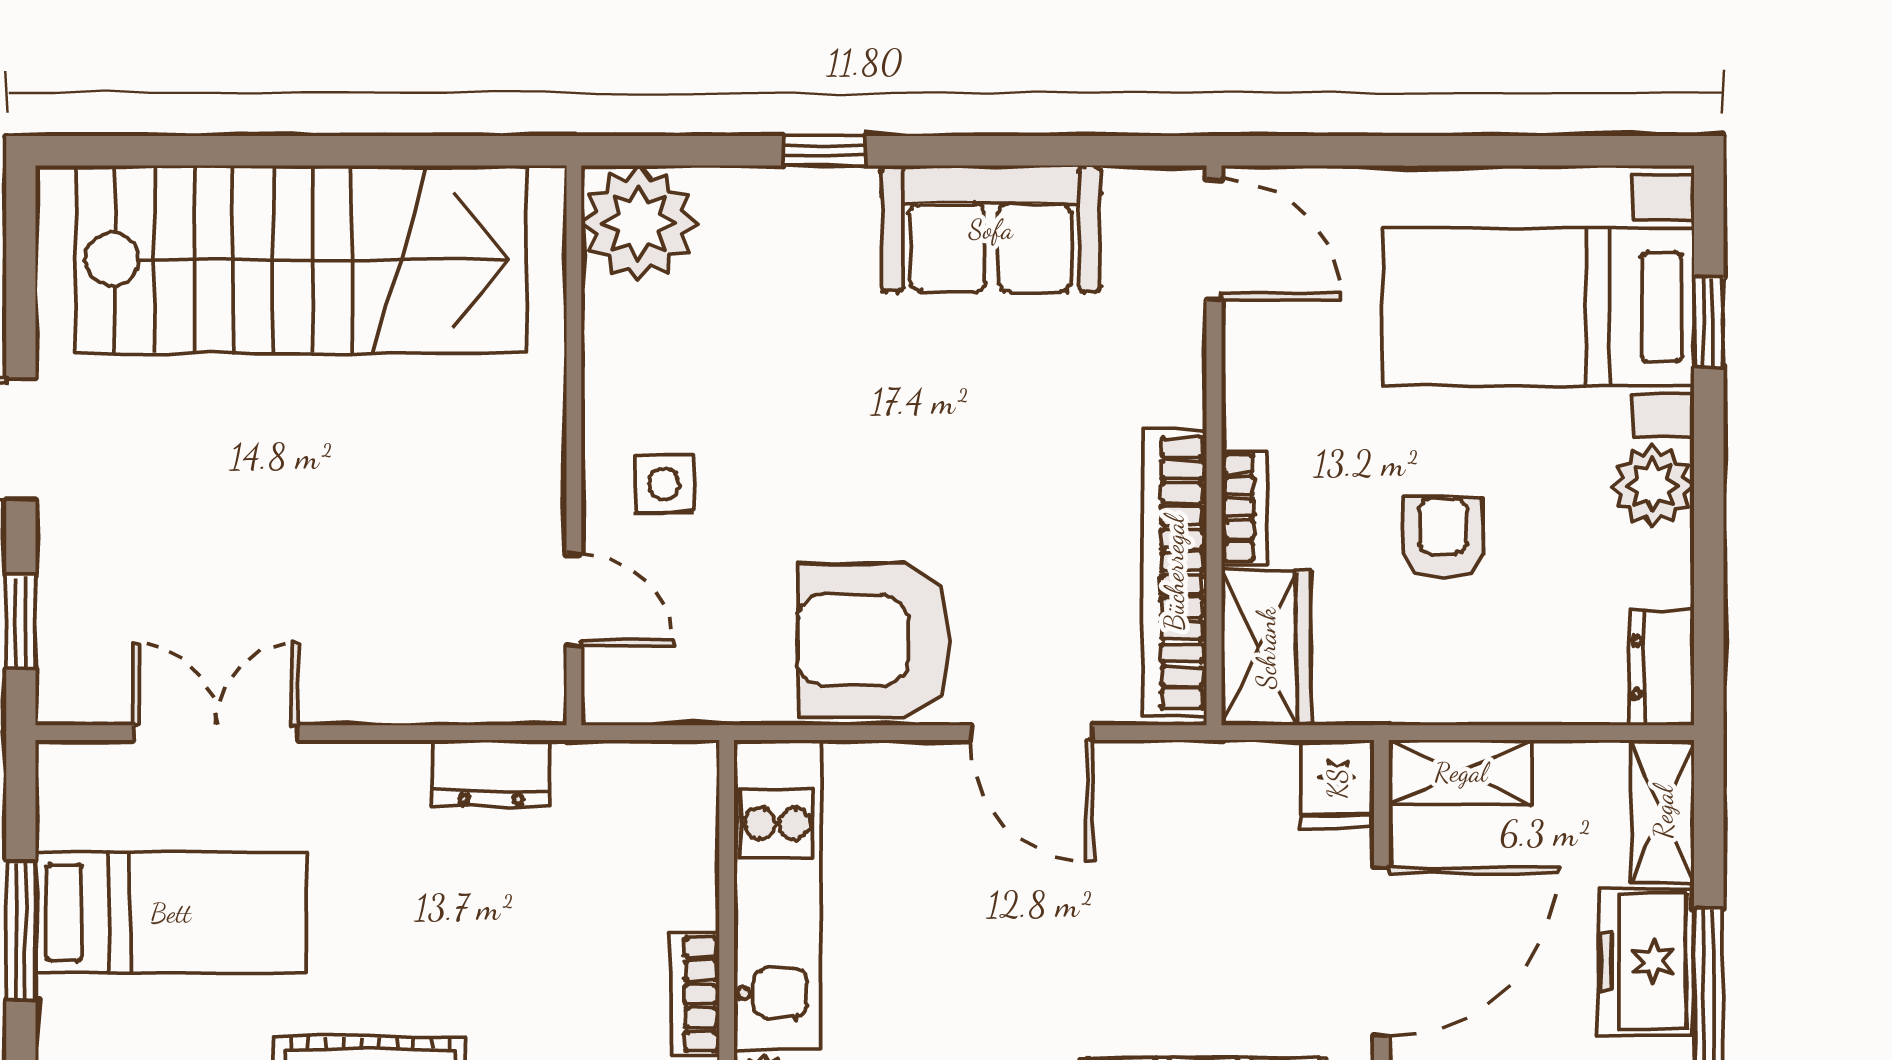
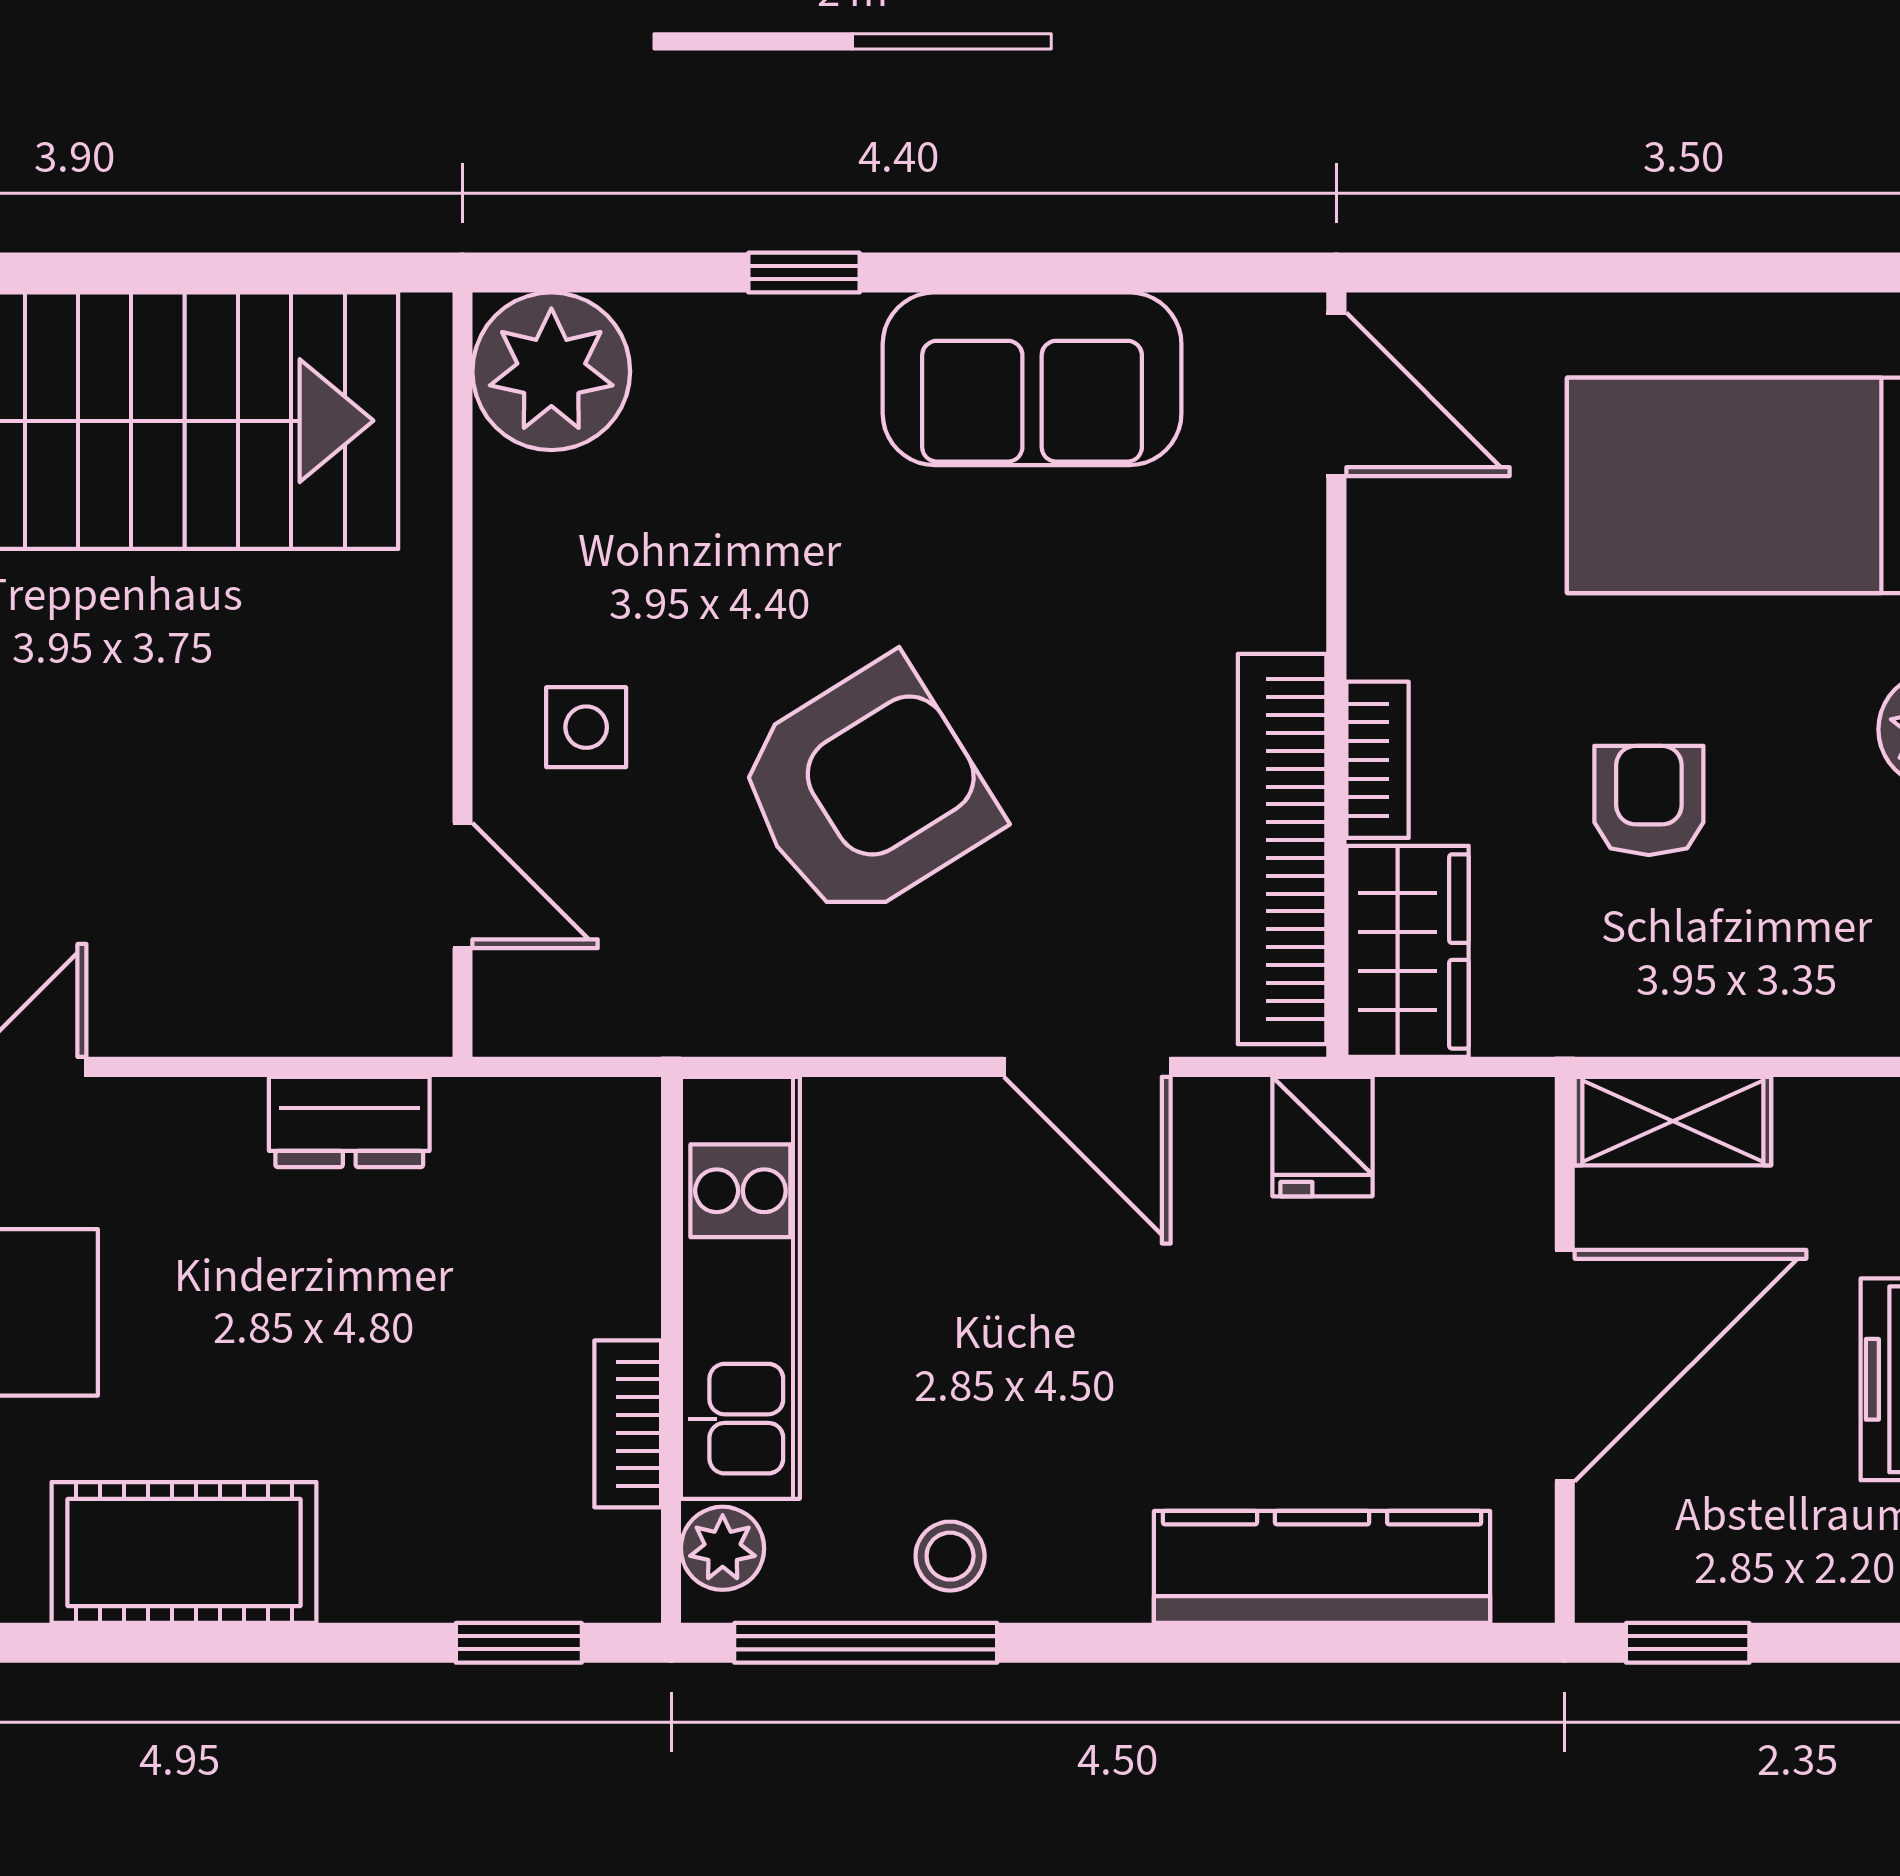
armchair: (874, 640) -> (866, 791), moved, turned 148
fridge: (1337, 784) -> (1322, 1137), moved

